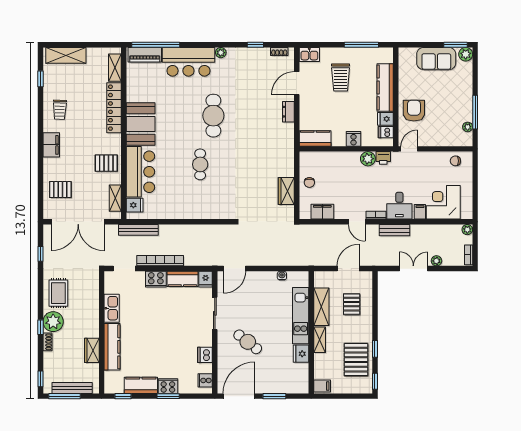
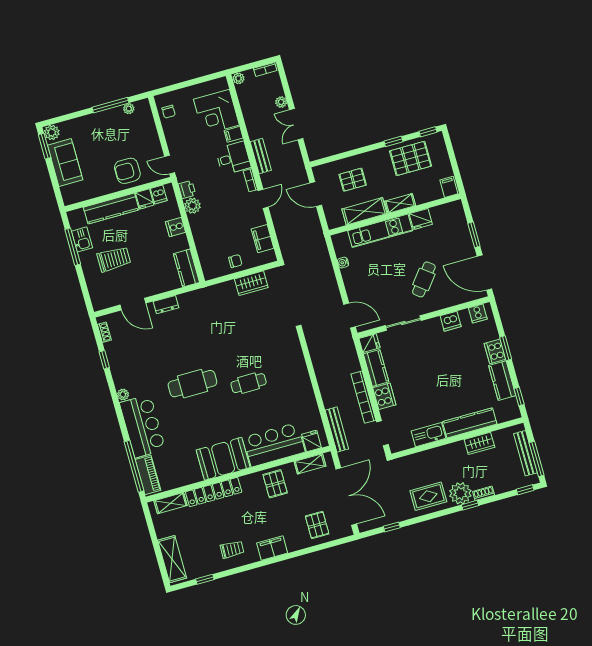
kitchen sink: (309, 55) -> (82, 239), moved

